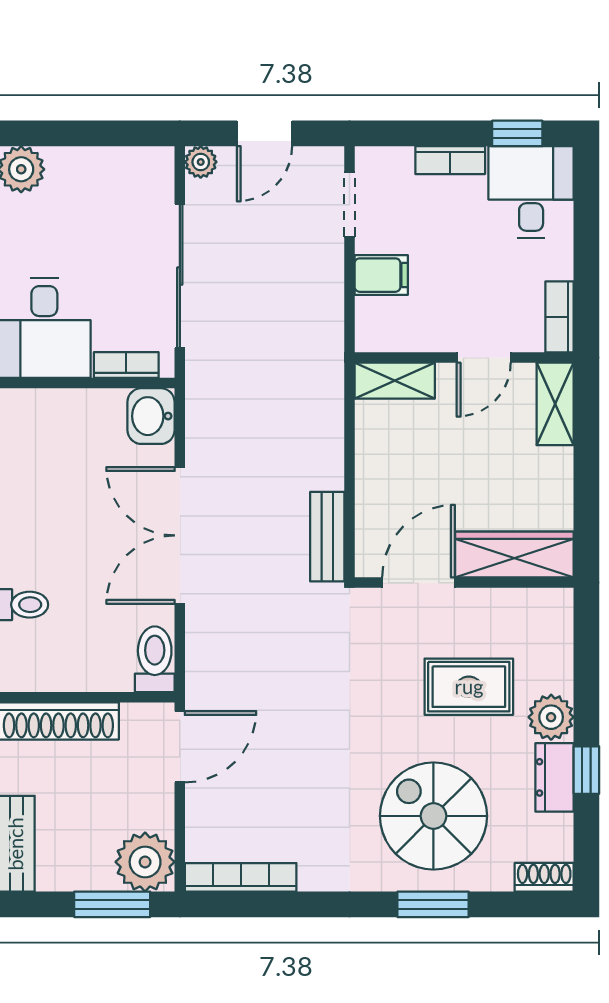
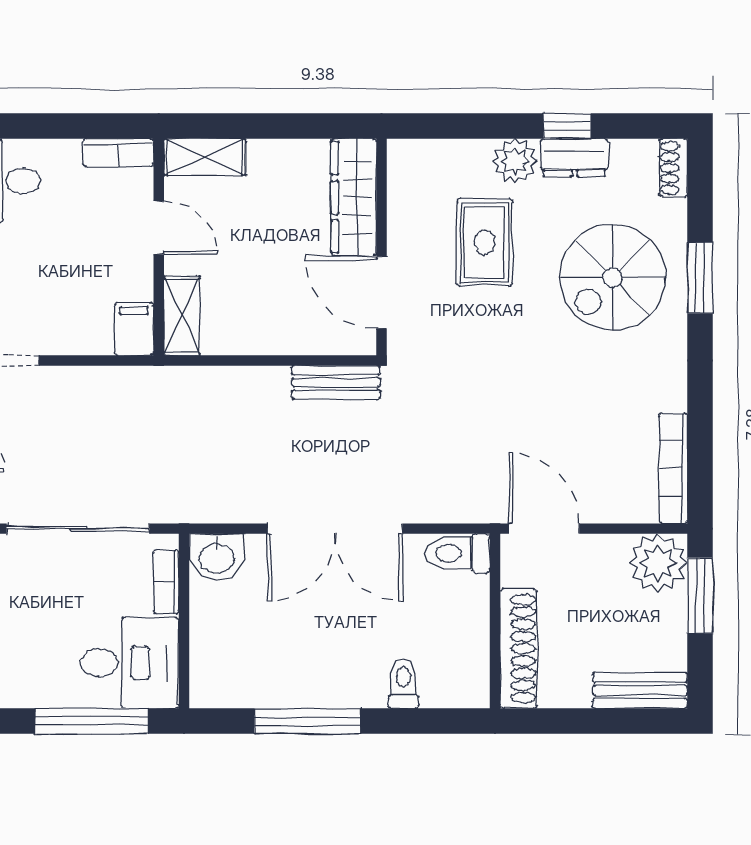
filing cabinet: (381, 275) -> (134, 329), moved

